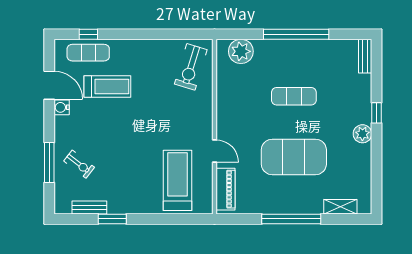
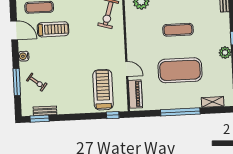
water cooler: (62, 107) -> (24, 56), moved
window: (112, 219) -> (40, 119), moved
window: (190, 219) -> (113, 115), added

